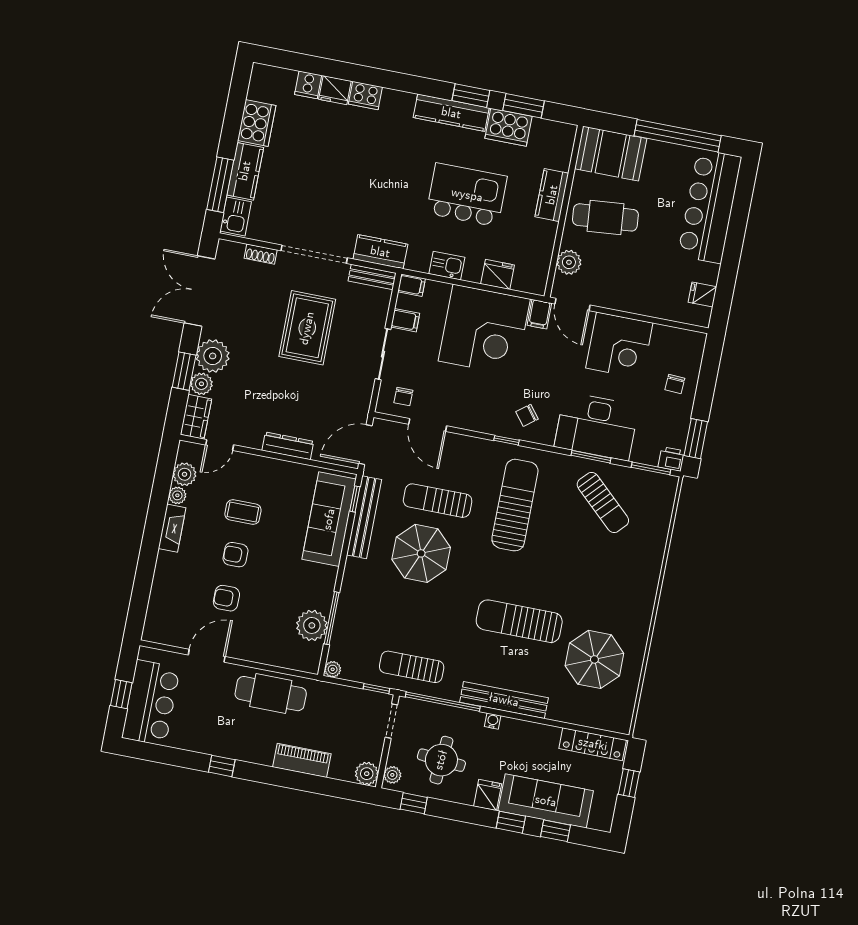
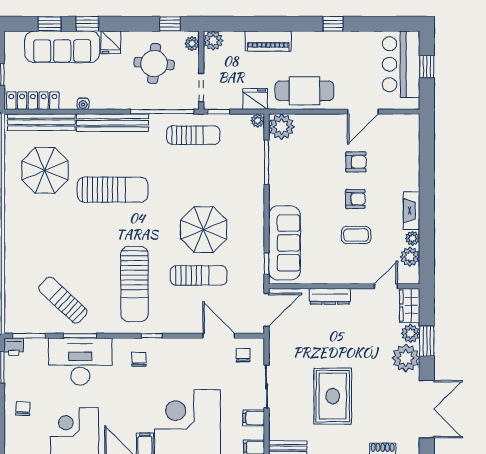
chair: (527, 415) -> (139, 359), turned -52
bench: (364, 517) -> (41, 122), moved, turned 90
plant: (312, 625) -> (282, 127), moved
fridge: (331, 695) -> (255, 99), added
water cooler: (493, 721) -> (83, 104), moved

